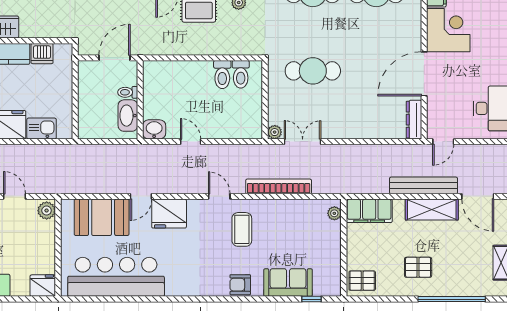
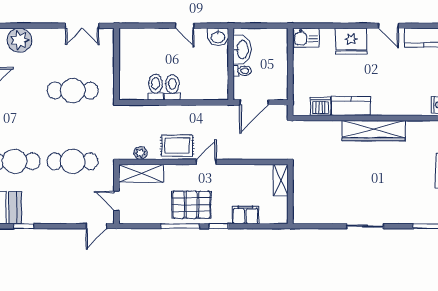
toilet: (241, 74) -> (172, 87), moved
kitchen sink: (42, 129) -> (306, 38), moved
plant: (275, 132) -> (19, 40), moved, width x1.87, depth x1.87

